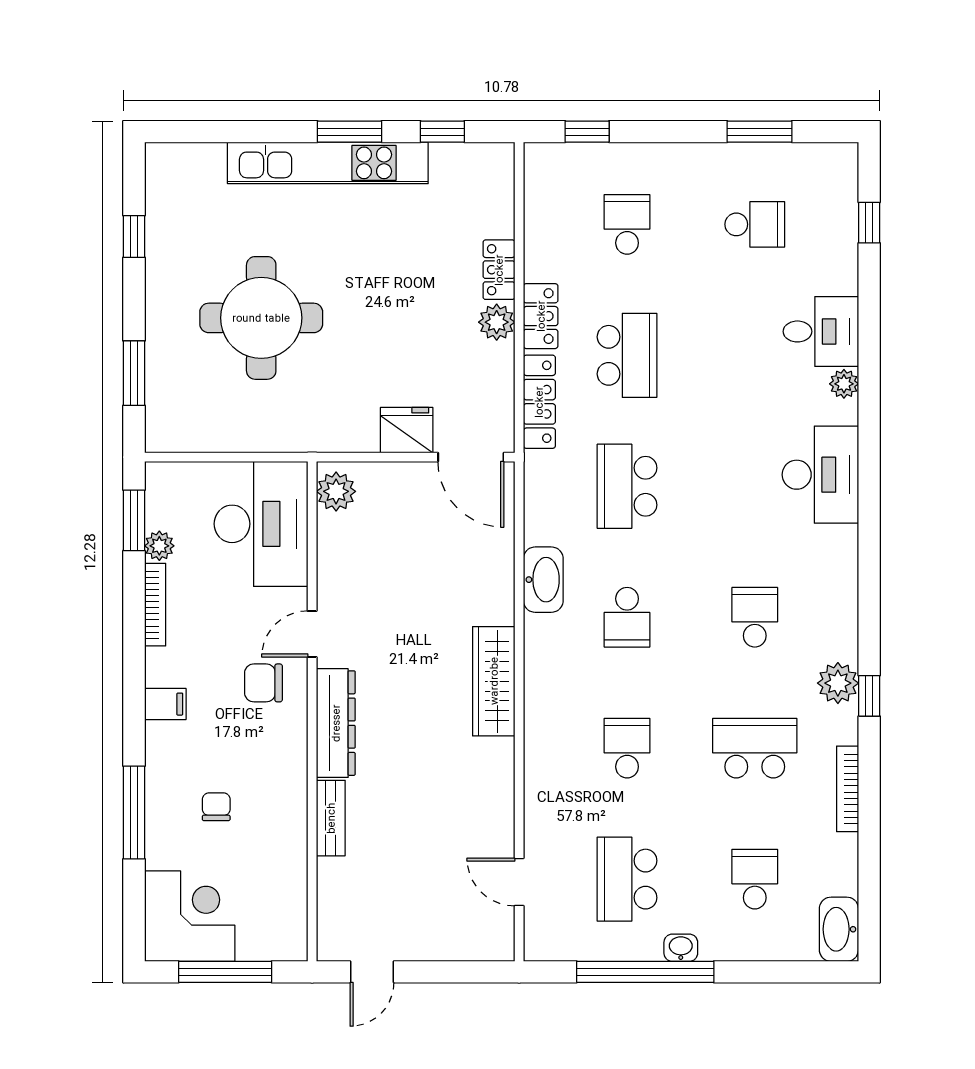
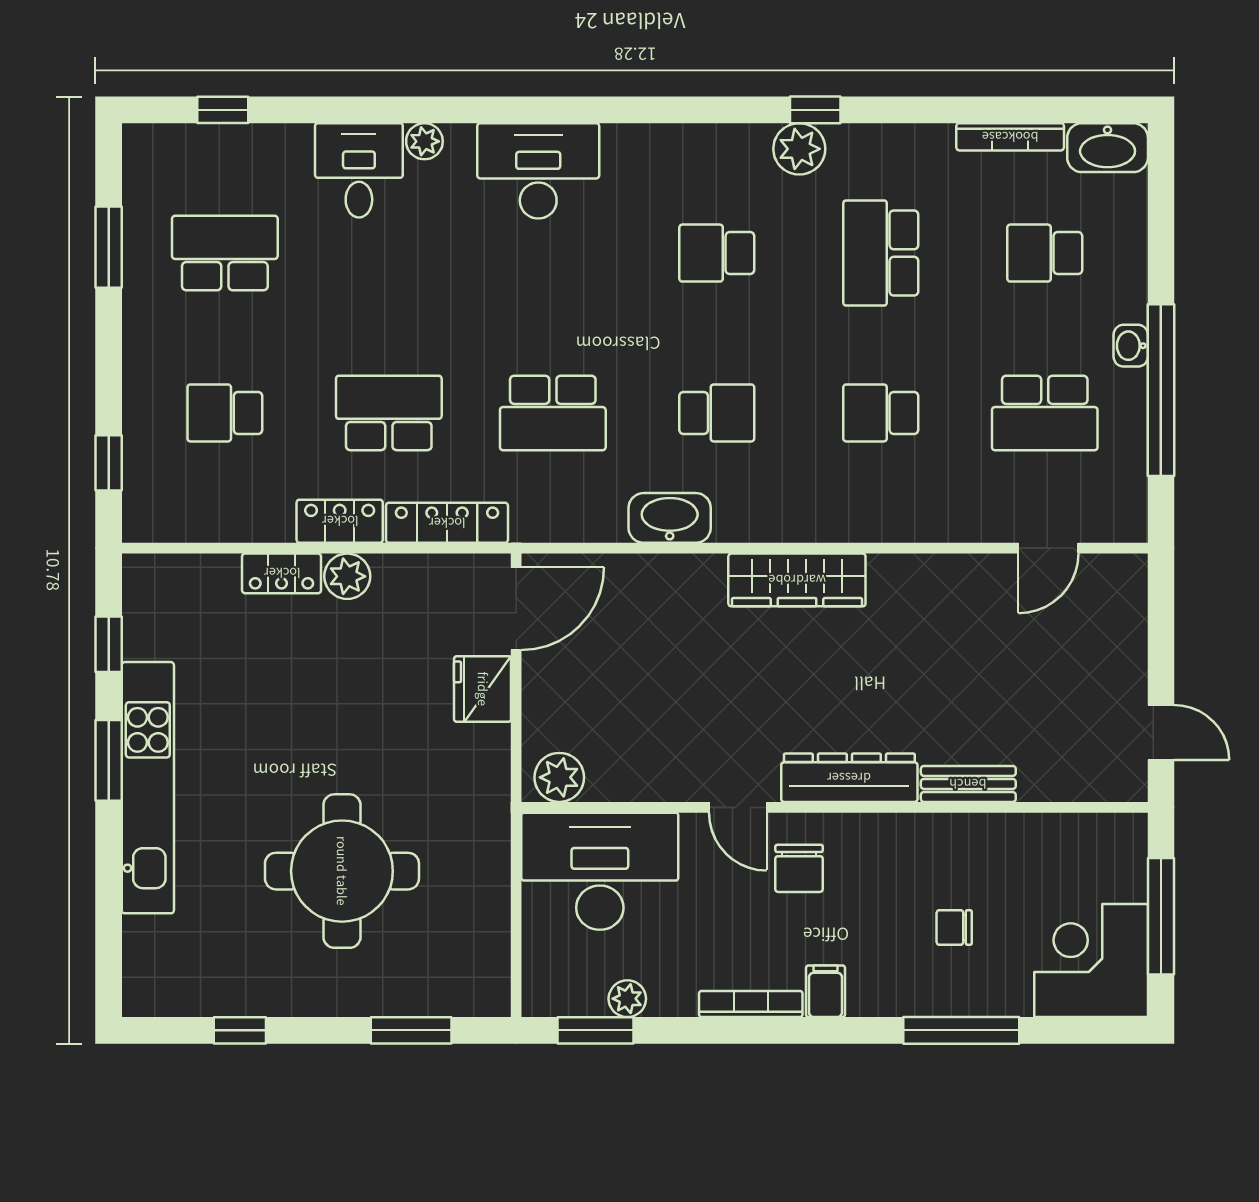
school desk: (755, 224) -> (225, 253), width x1.85
bookcase: (155, 605) -> (751, 1004), moved
bookcase: (848, 789) -> (1010, 137), moved

